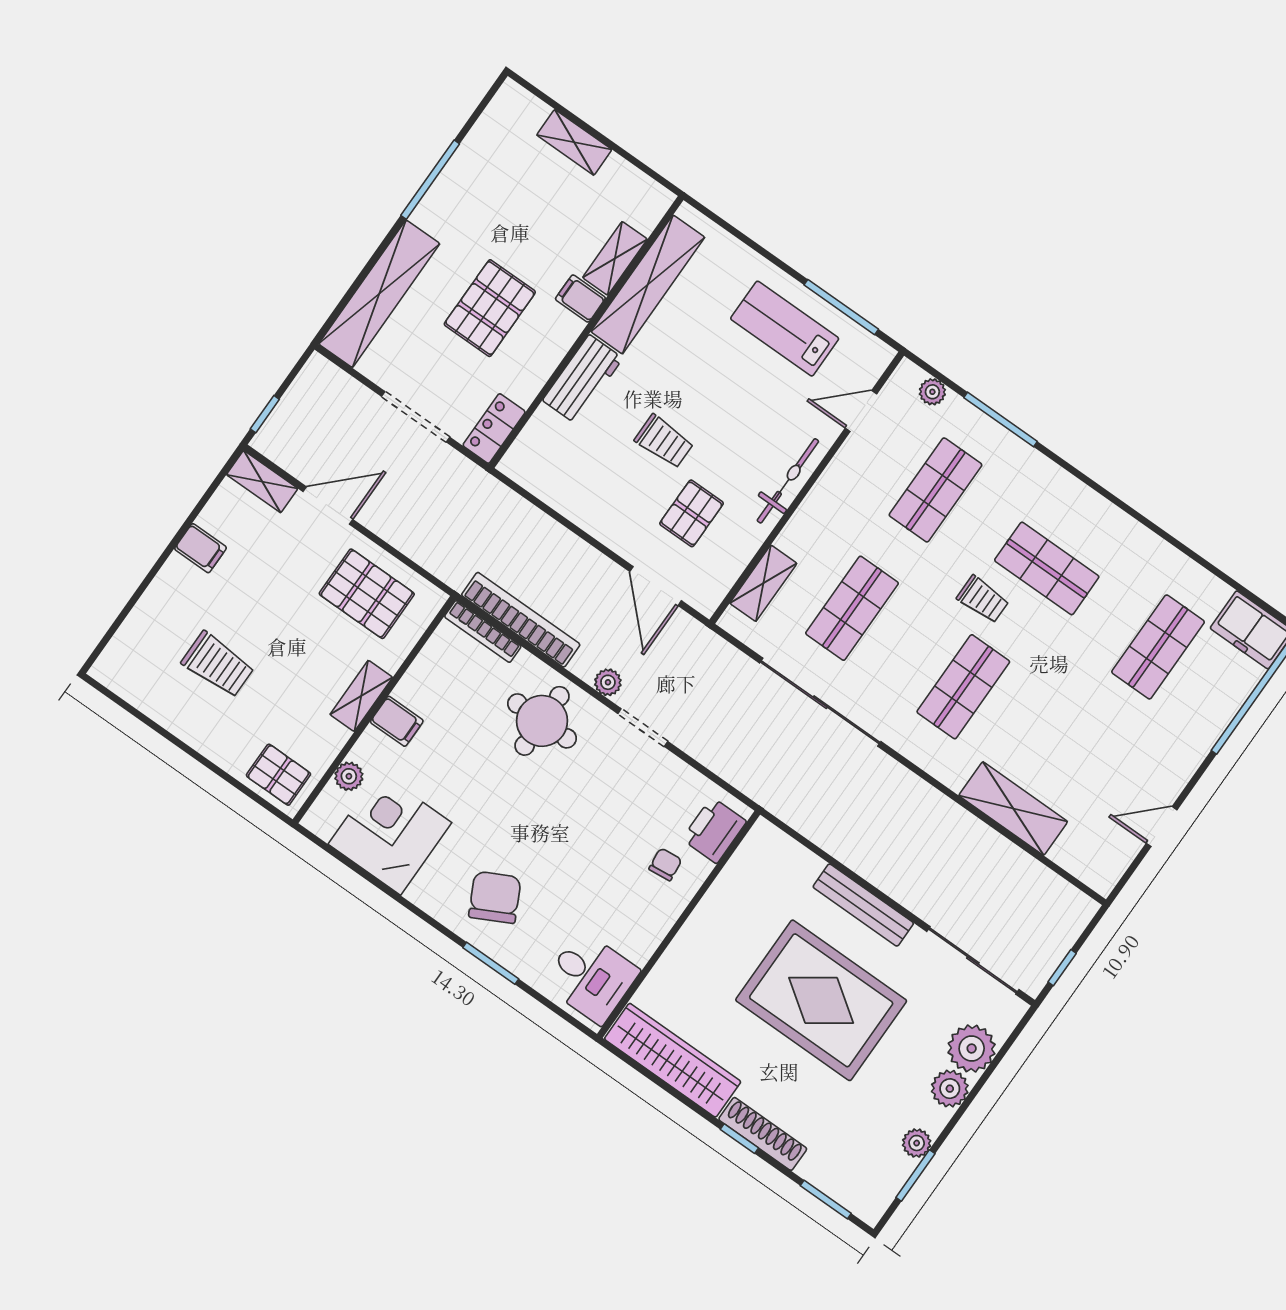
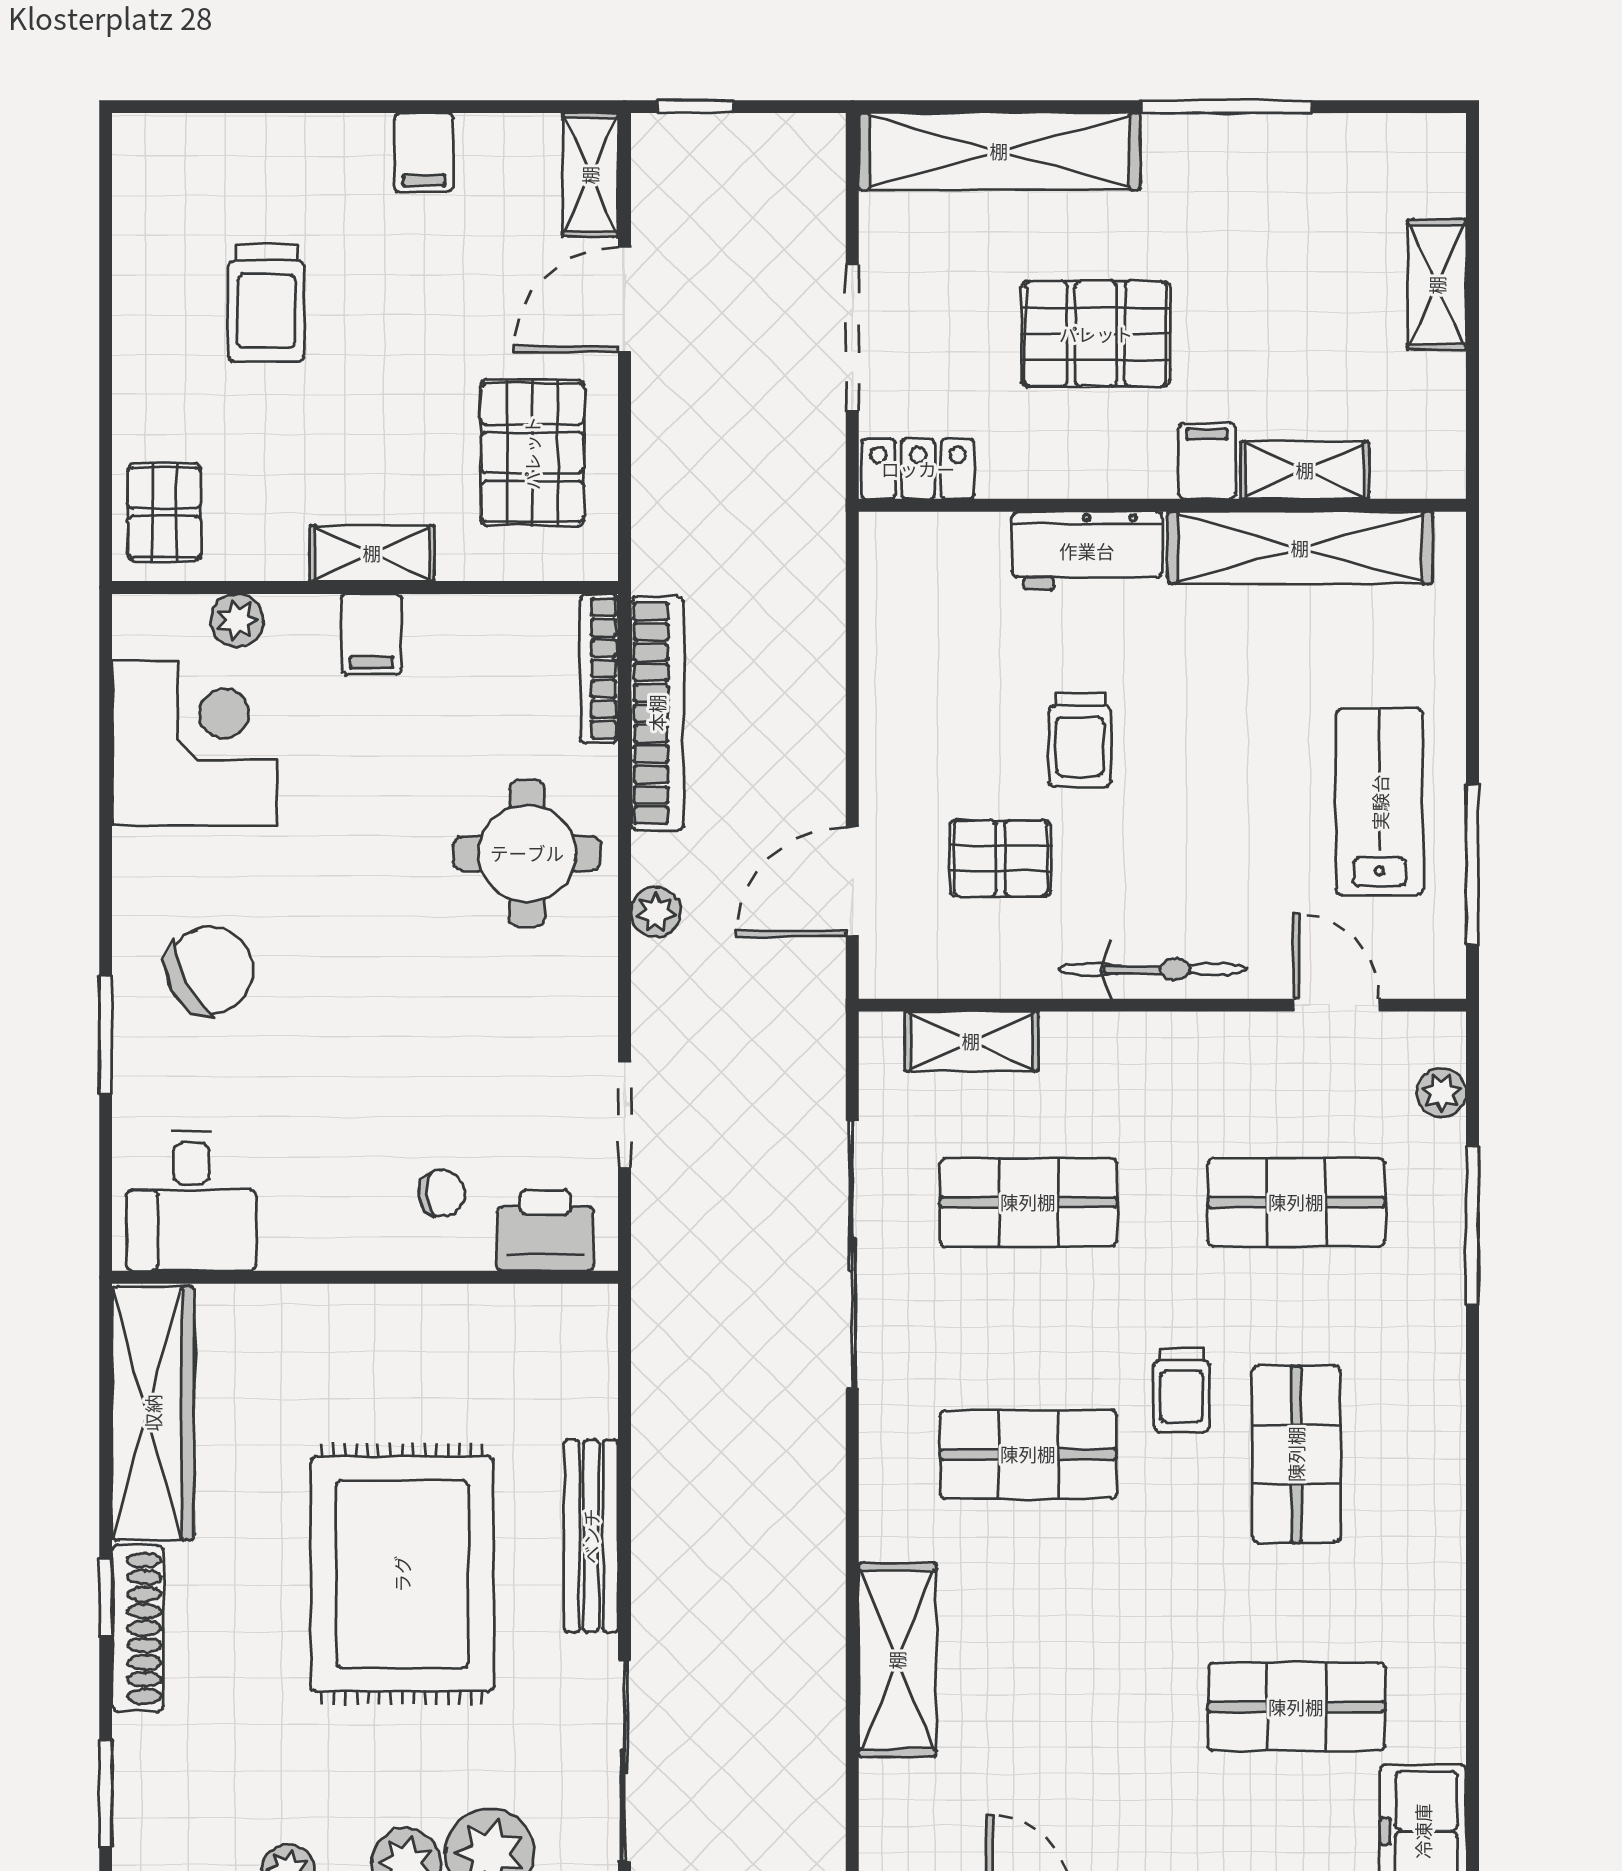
door: (328, 505) -> (624, 300), swing flipped
doorway: (643, 727) -> (624, 1115), moved

